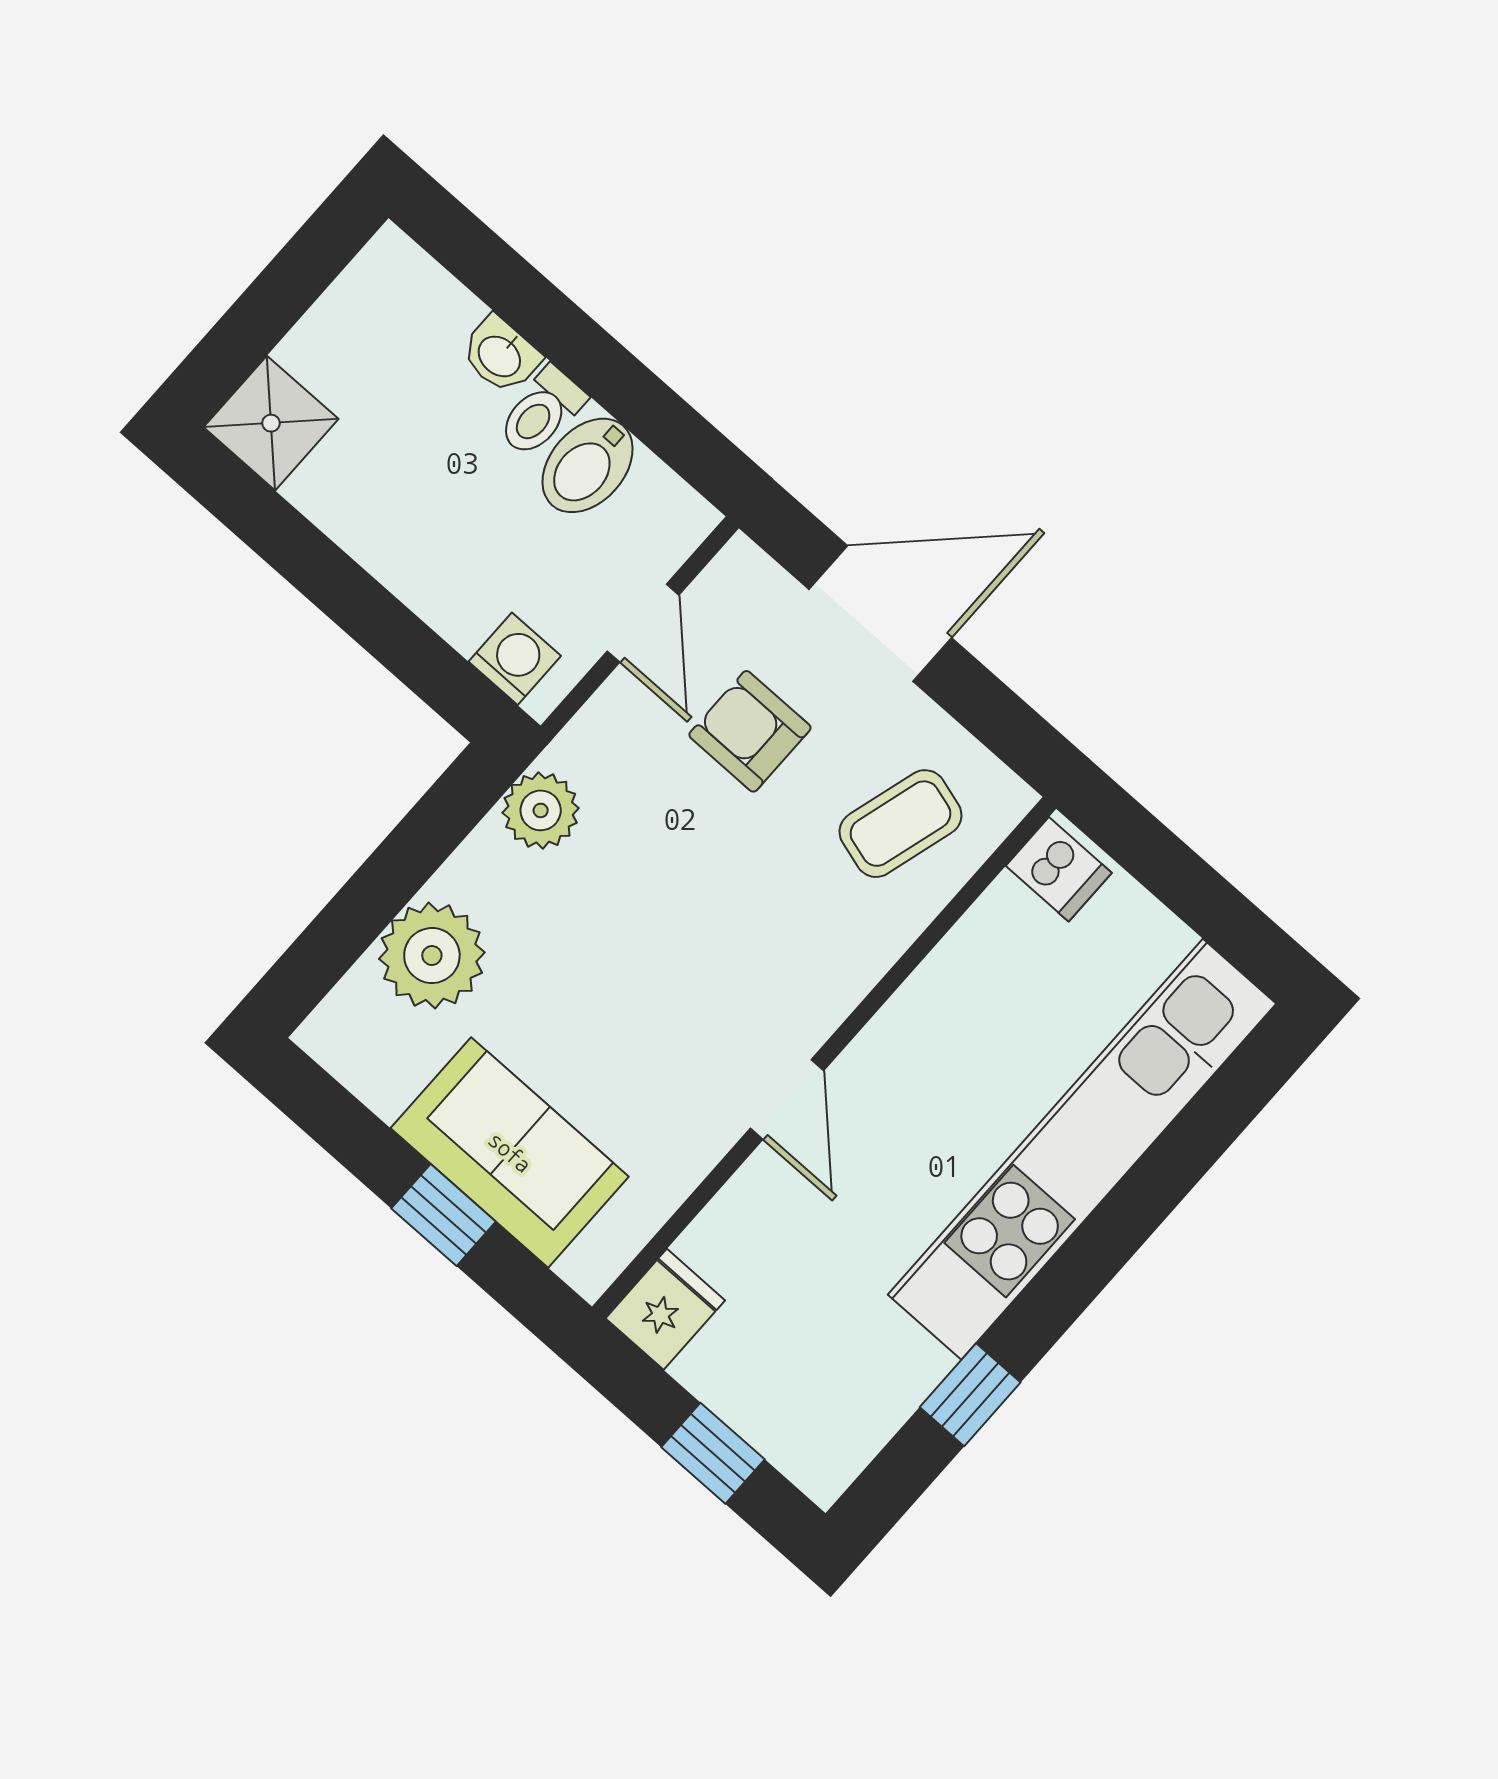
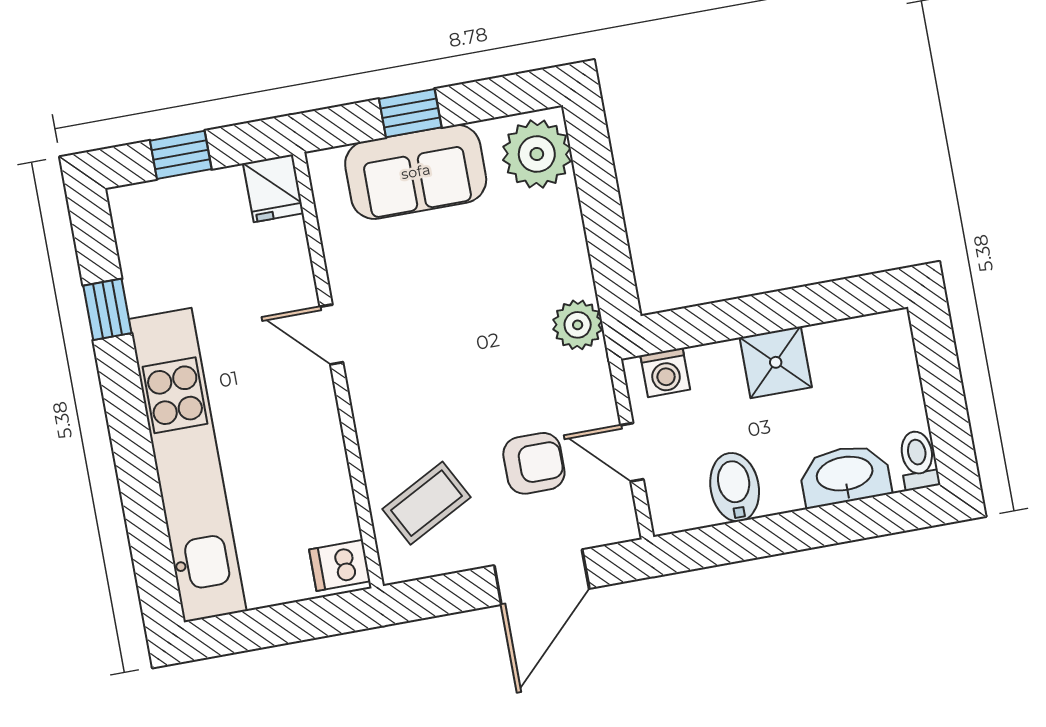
washbasin: (500, 355) -> (845, 475), width x1.91, depth x1.45
toilet: (541, 412) -> (918, 460), moved
shower: (271, 423) -> (776, 362), moved
coffee table: (900, 824) -> (427, 503), turned 46
plant: (432, 956) -> (537, 154), moved

